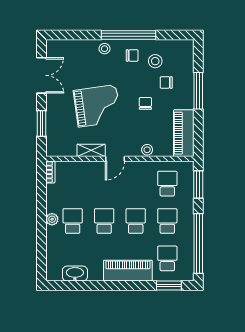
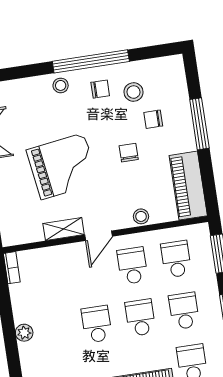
school desk: (73, 221) -> (132, 266), moved

